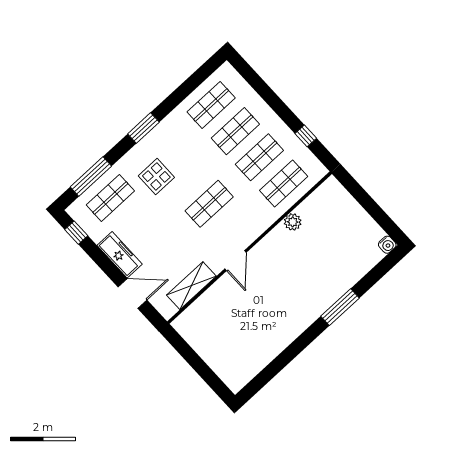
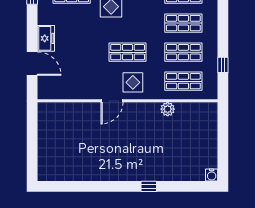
display table: (239, 227) -> (133, 82), added
freezer: (120, 255) -> (46, 38), width x0.71
shelving: (191, 286) -> (72, 91), removed
window: (340, 307) -> (149, 186), width x0.46

